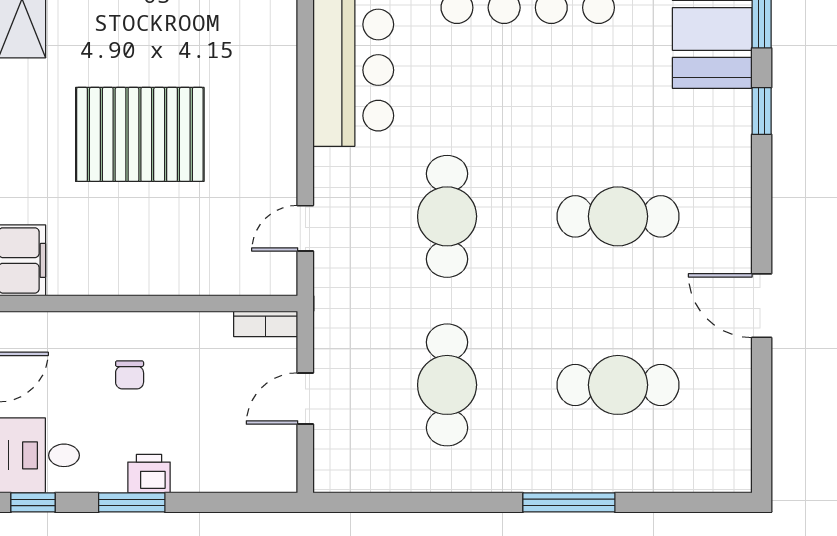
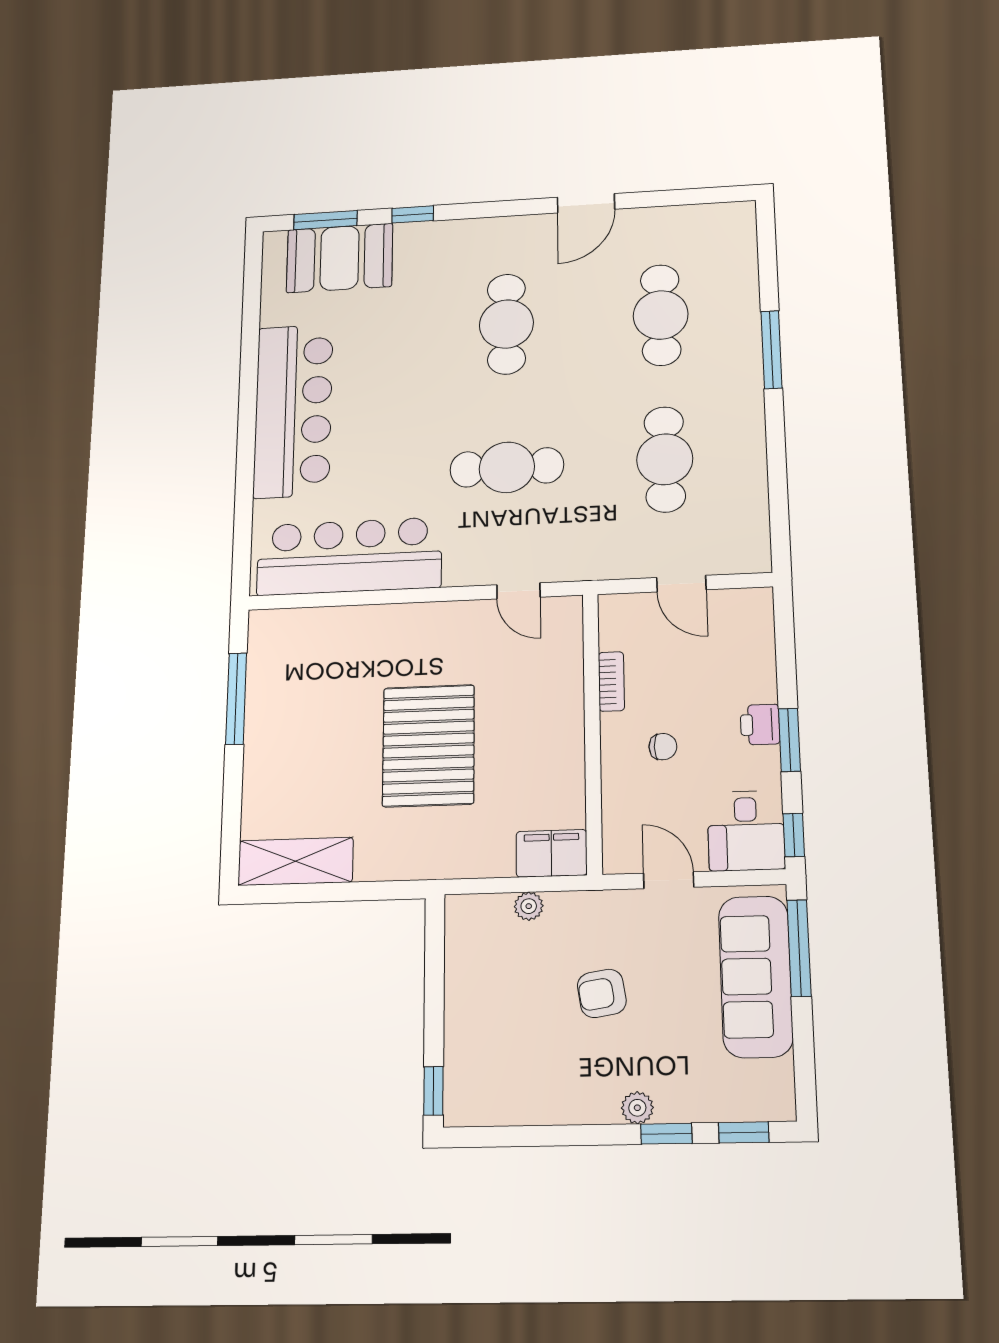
bookcase: (266, 324) -> (611, 681), moved
cafe table: (447, 385) -> (665, 459), turned 90

